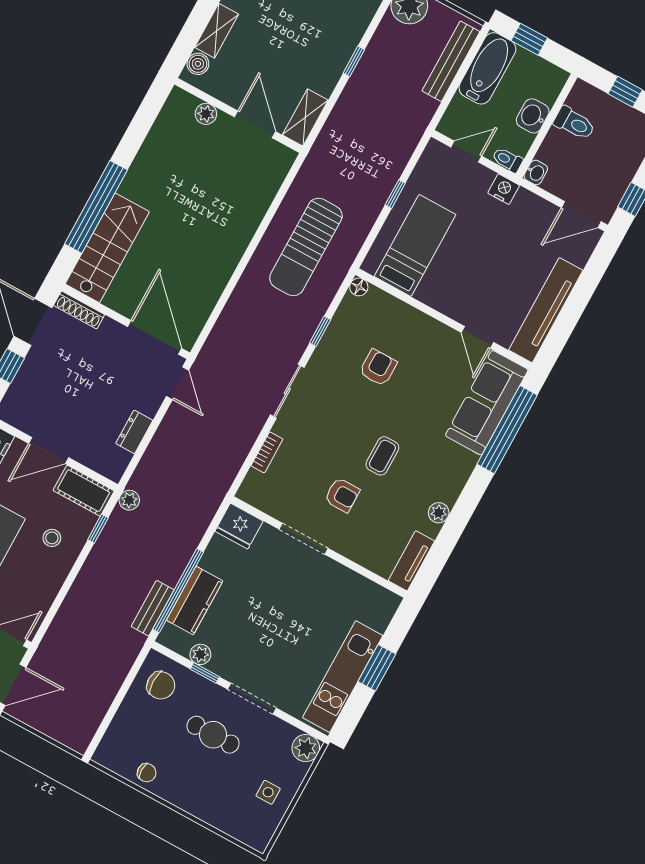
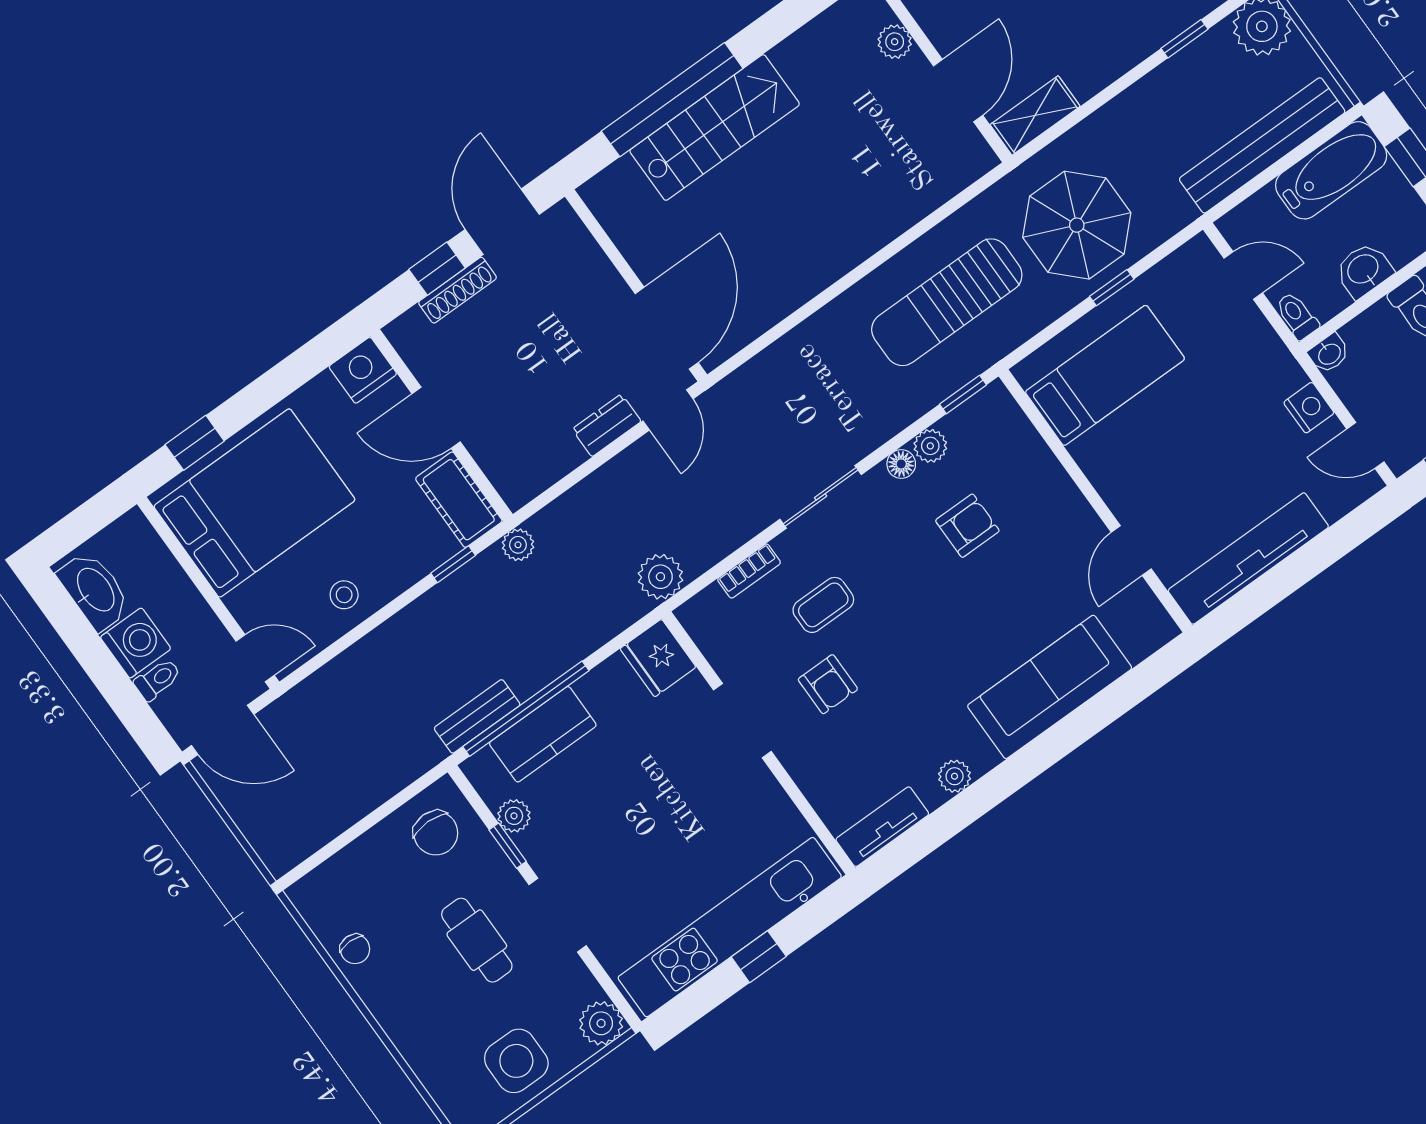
window: (354, 61) -> (1184, 39), moved
bench: (451, 61) -> (1262, 145), width x1.37, depth x1.21
parasol: (358, 168) -> (1077, 225), added
nightstand: (504, 189) -> (1309, 408), moved
door: (581, 215) -> (1365, 445), width x0.73
stairs: (107, 248) -> (715, 128), moved
floor lamp: (359, 287) -> (901, 464), moved
shoe rack: (79, 310) -> (458, 290), moved, turned -90
window: (320, 331) -> (963, 395), moved
plant: (335, 333) -> (930, 446), added
sofa: (487, 403) -> (1050, 687), moved
window: (507, 430) -> (1110, 704), removed
dresser: (134, 432) -> (607, 425), moved
coffee table: (382, 456) -> (823, 605), moved
plant: (218, 480) -> (660, 577), added
stool: (52, 538) -> (344, 595), moved
window: (377, 668) -> (759, 957), width x0.67
kitchen unit: (343, 677) -> (730, 927), width x1.36
side table: (268, 792) -> (516, 1061), width x1.87, depth x1.87

